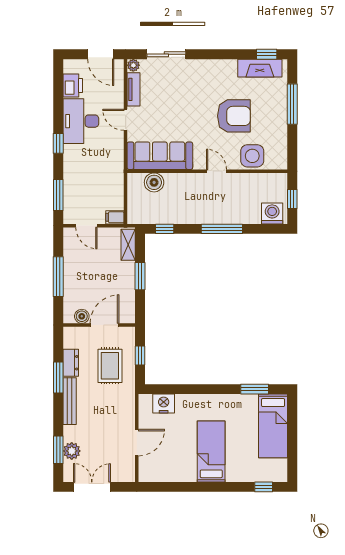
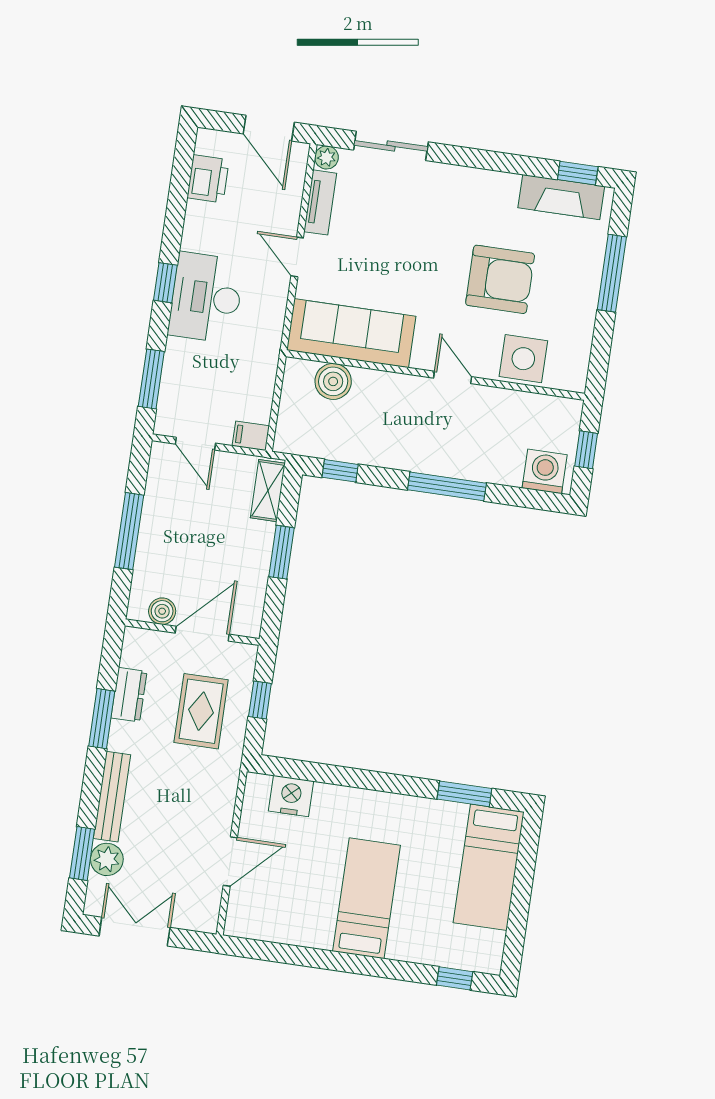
desk: (81, 121) -> (206, 298), moved
bench: (70, 401) -> (112, 797), moved

